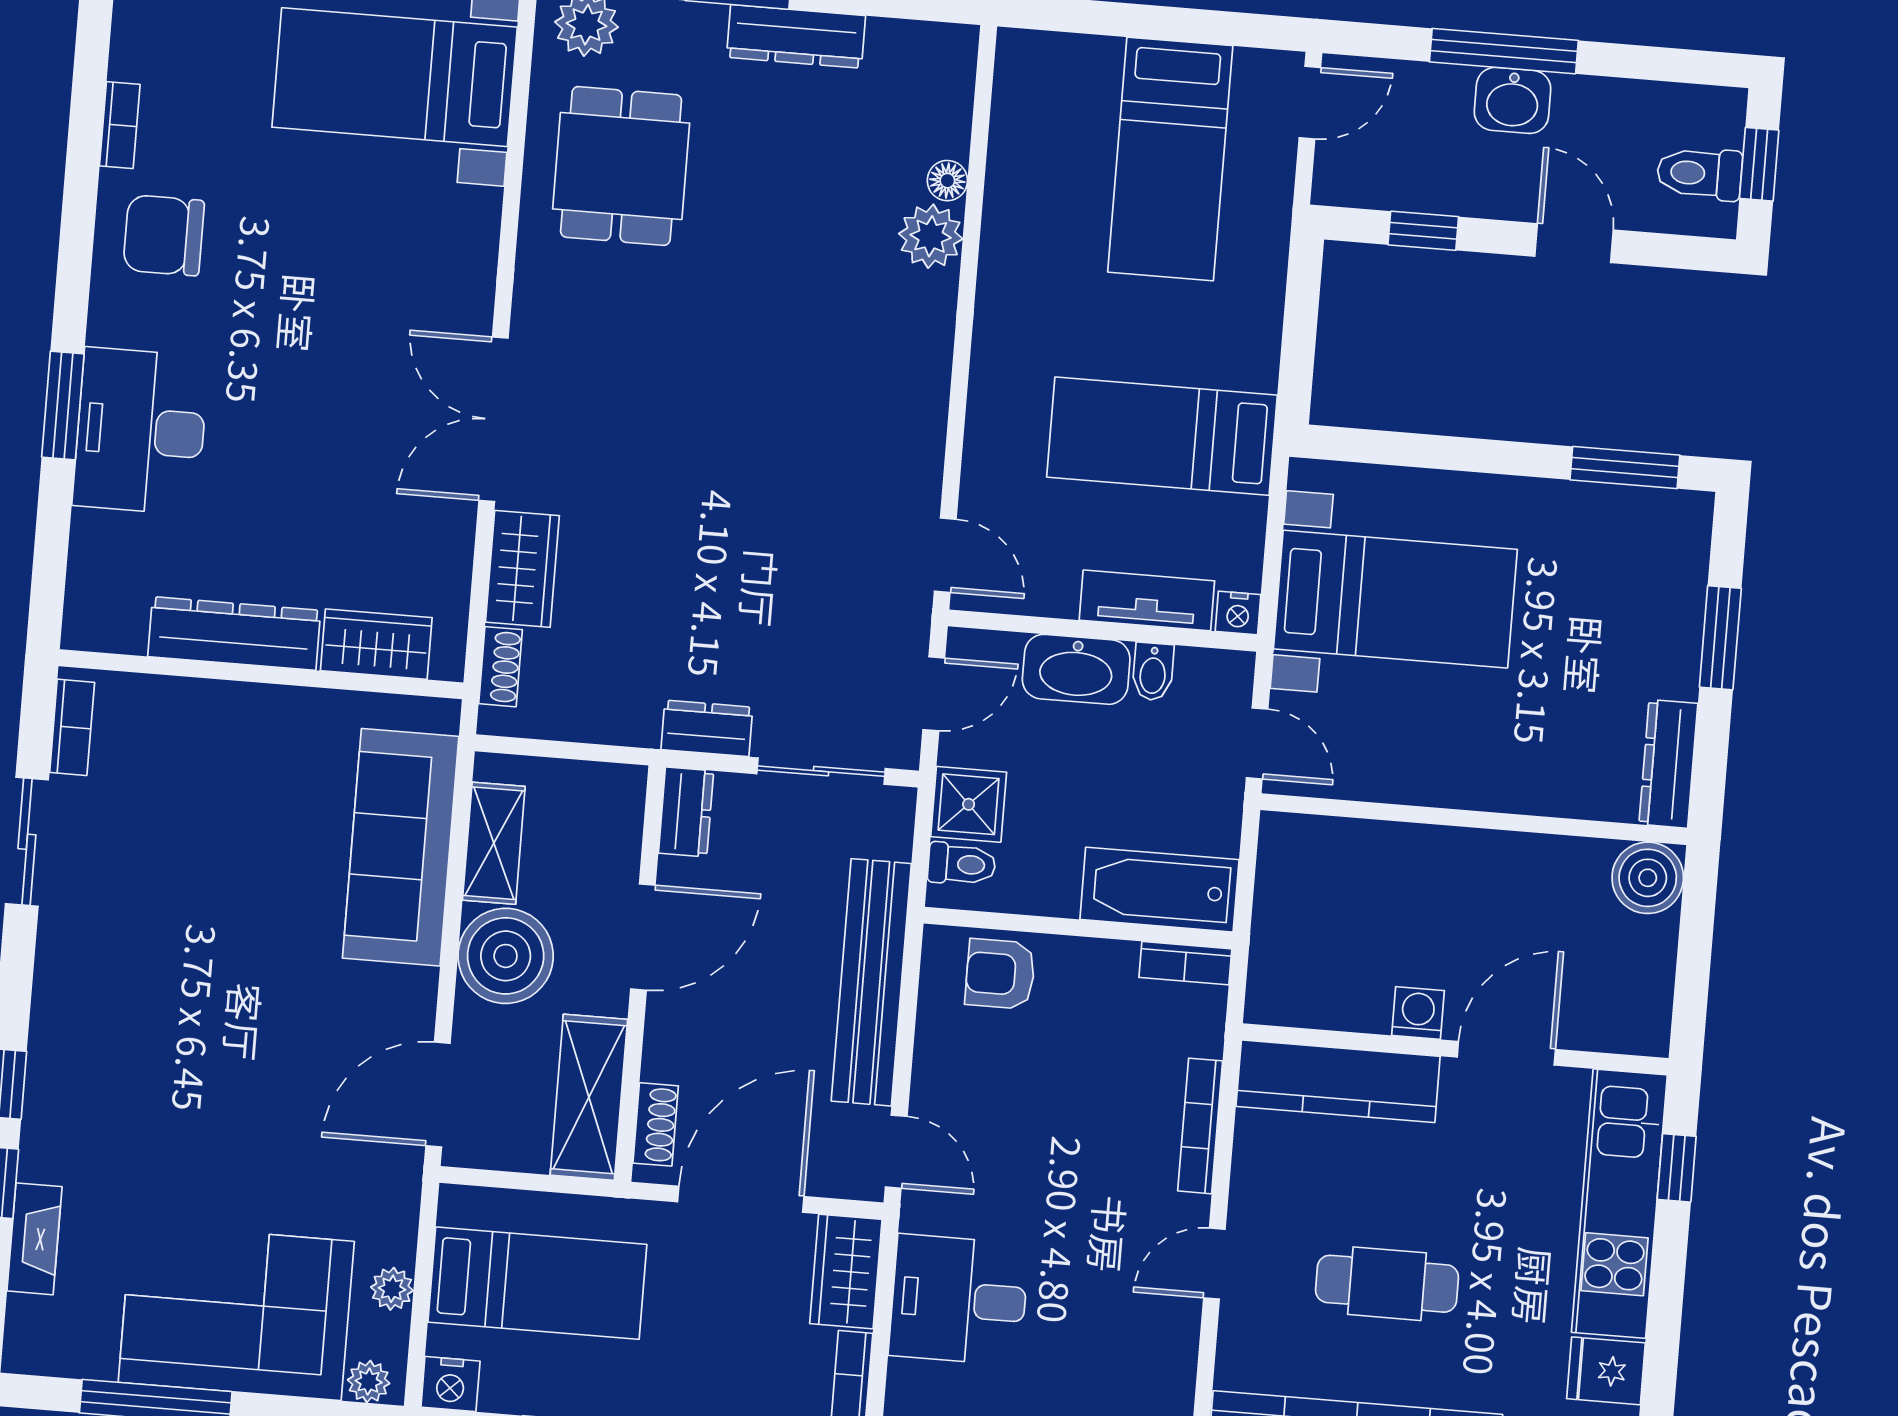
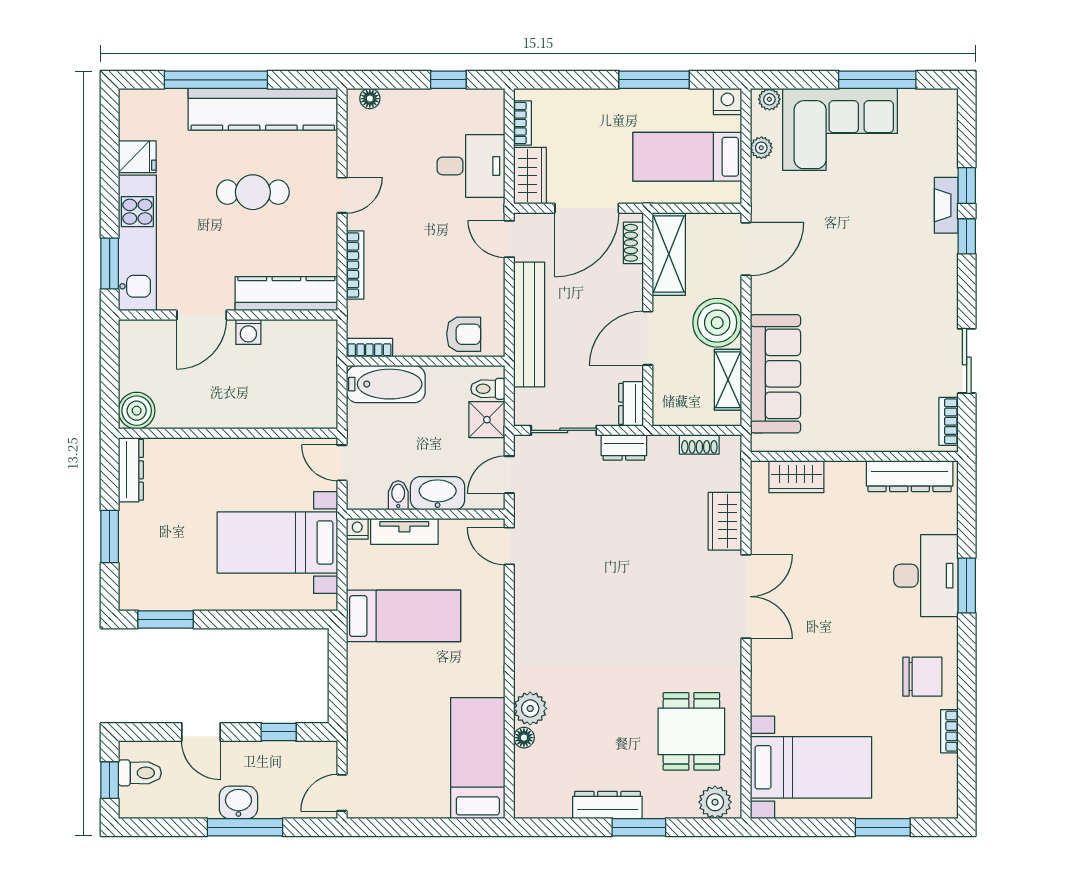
bed: (1170, 159) -> (478, 758), moved
dresser: (234, 633) -> (910, 476), moved
shoe rack: (501, 667) -> (699, 444), moved, turned -90
window: (1677, 1168) -> (110, 264), width x1.50
fireplace: (34, 1239) -> (946, 205), moved

